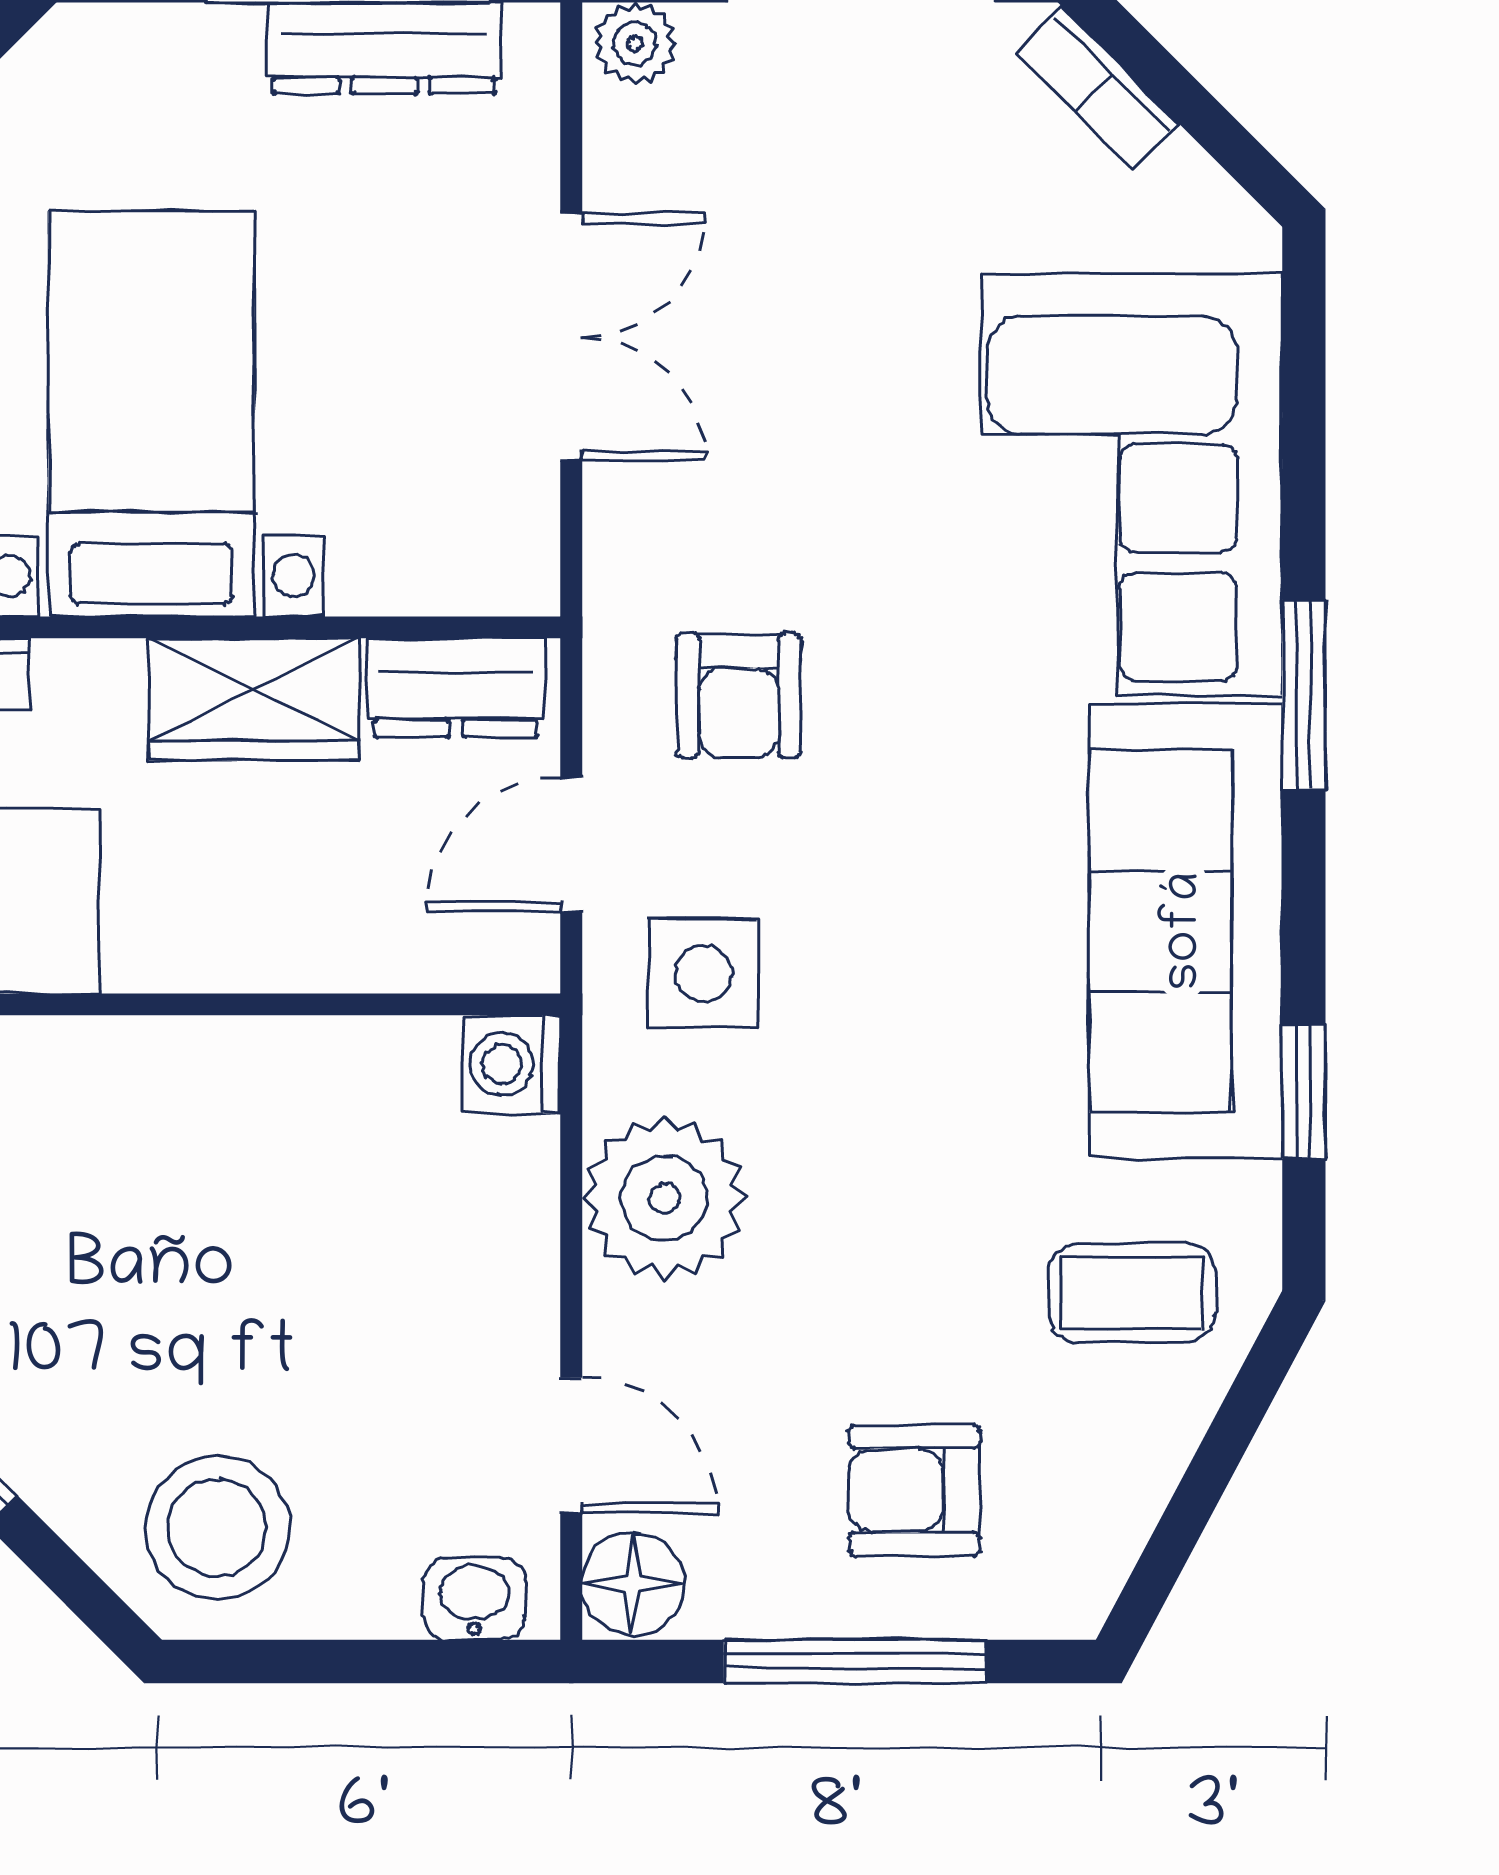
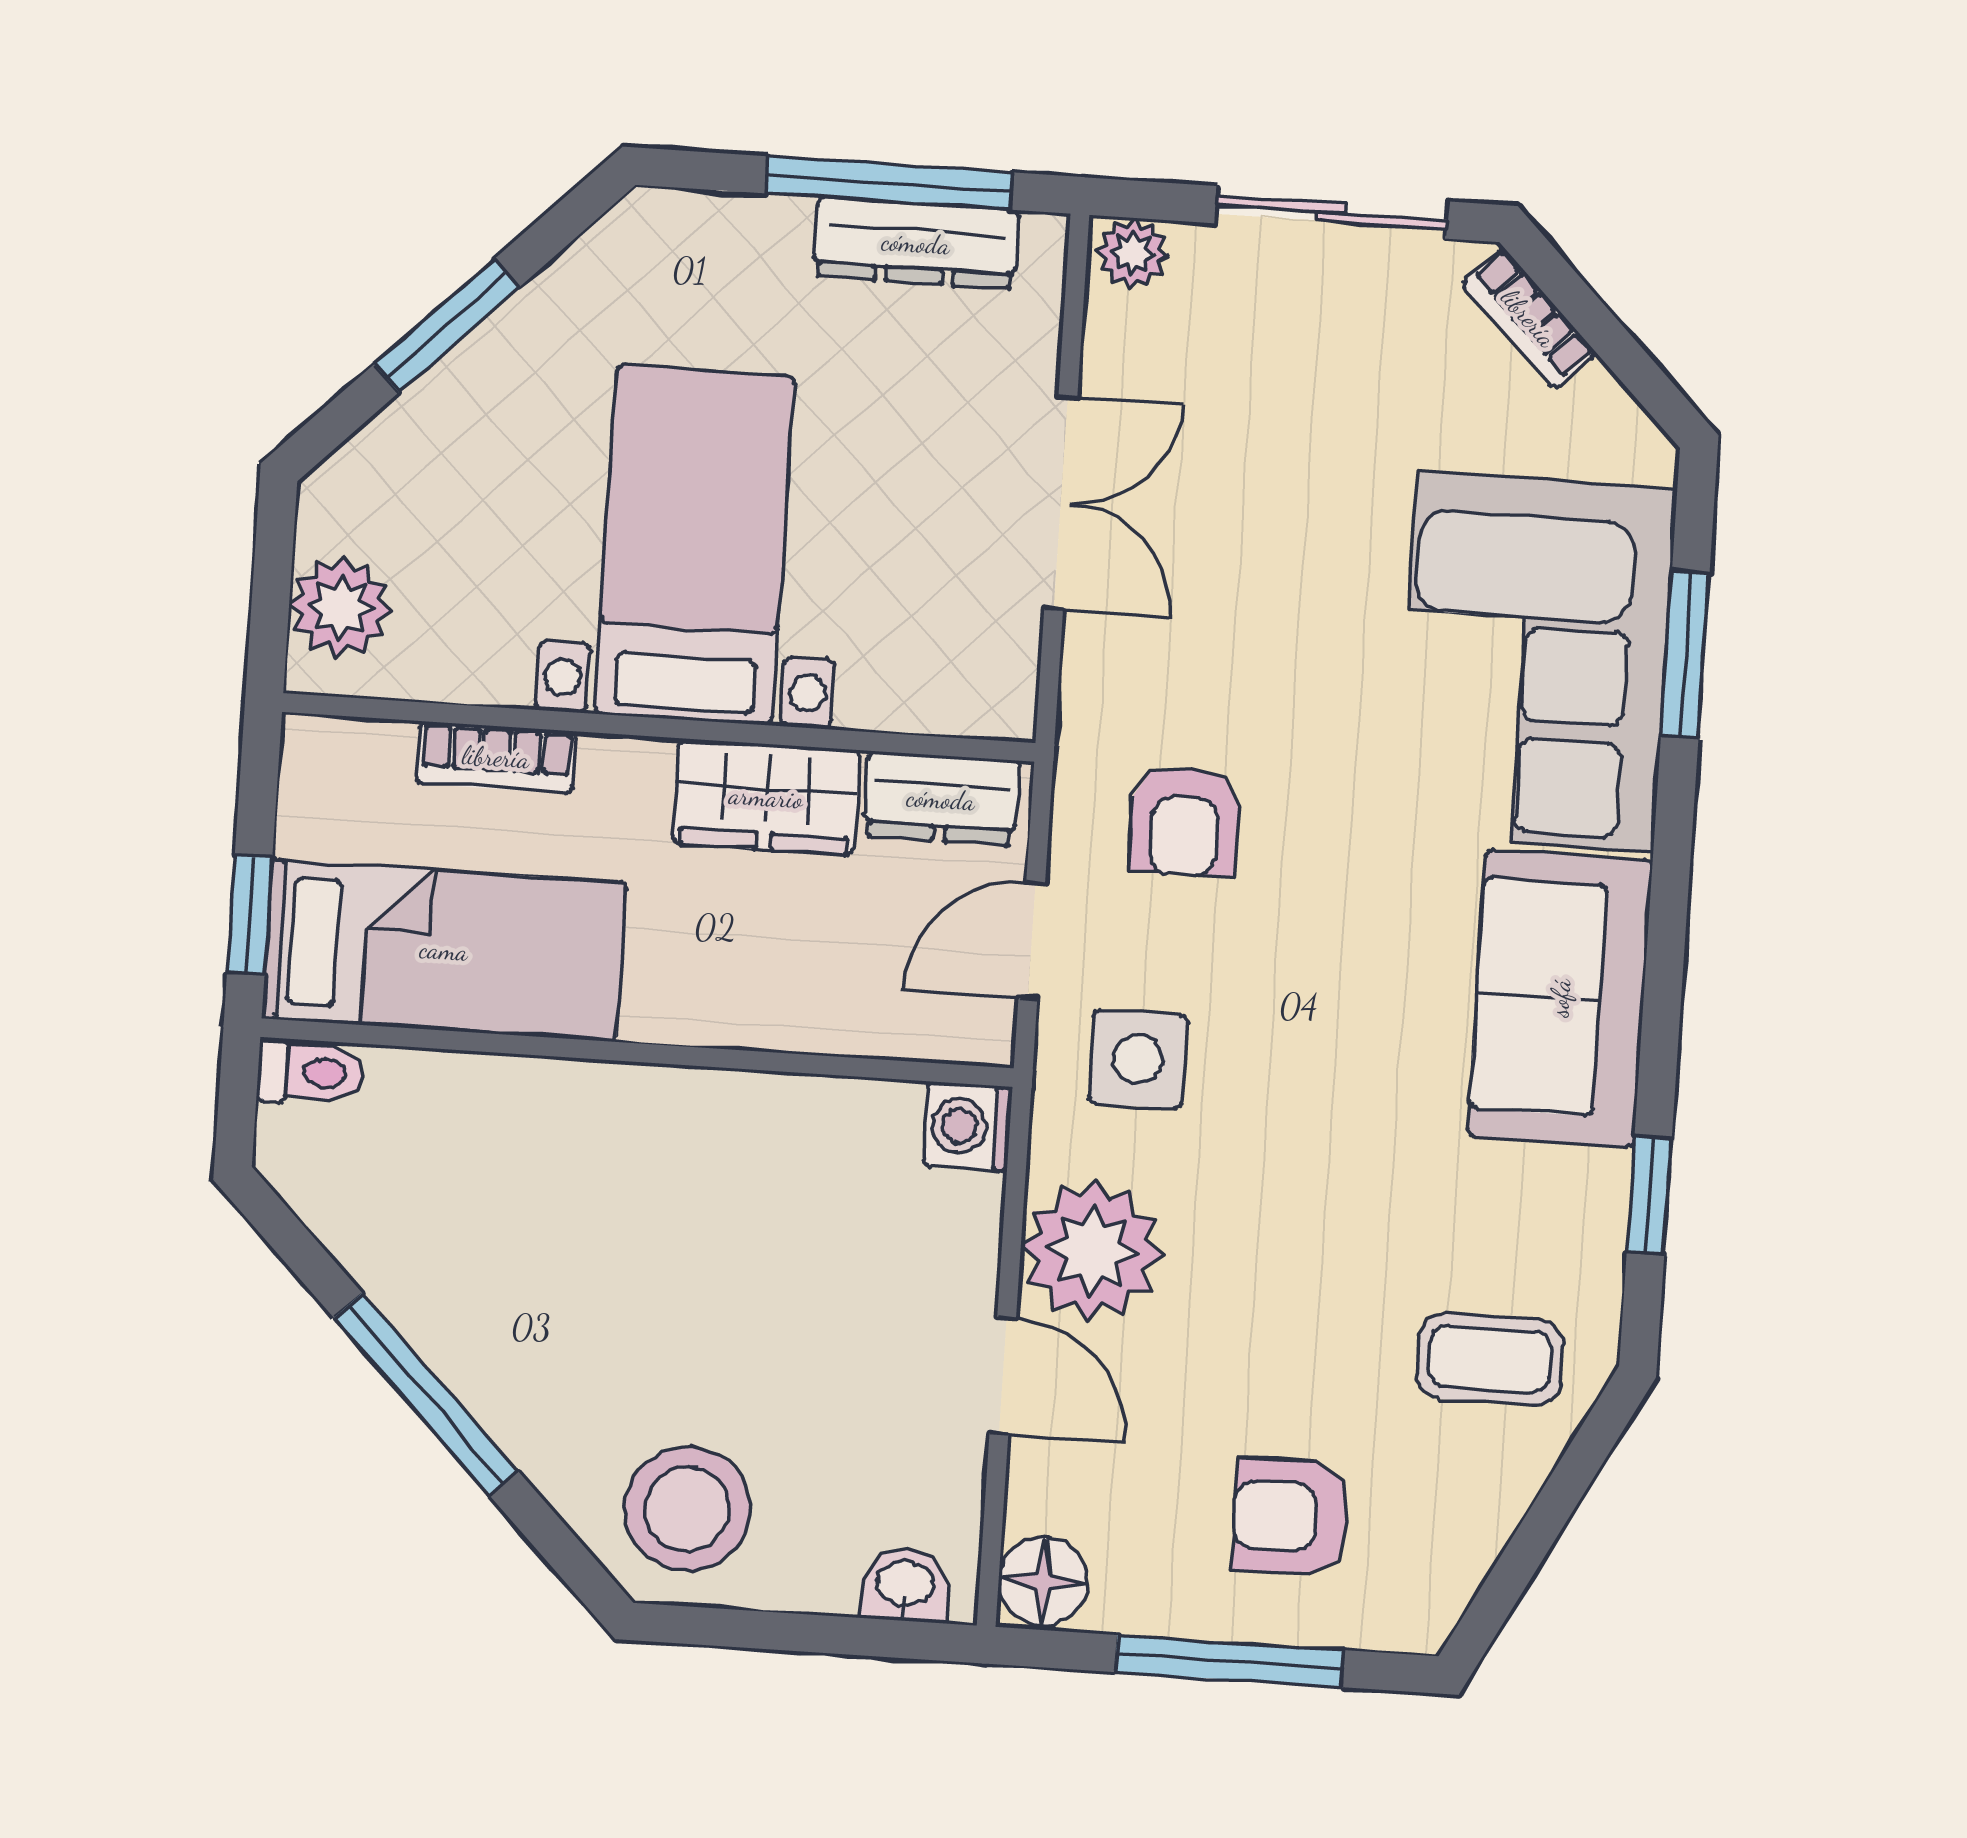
window: (1304, 695) -> (1685, 654), moved
sofa: (1186, 931) -> (1560, 998), width x0.73
door: (571, 1445) -> (1003, 1376), moved

